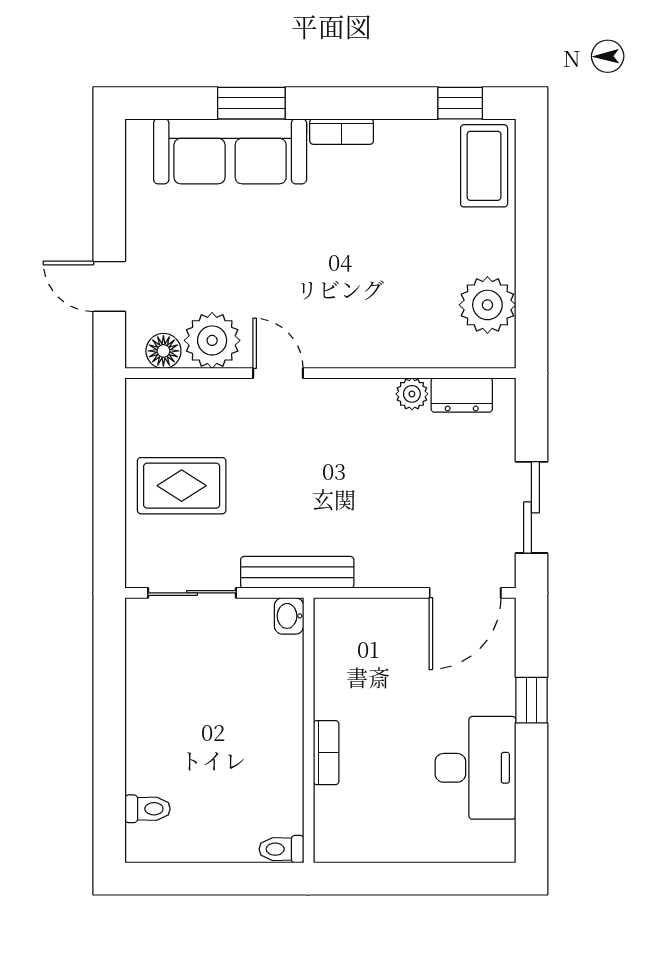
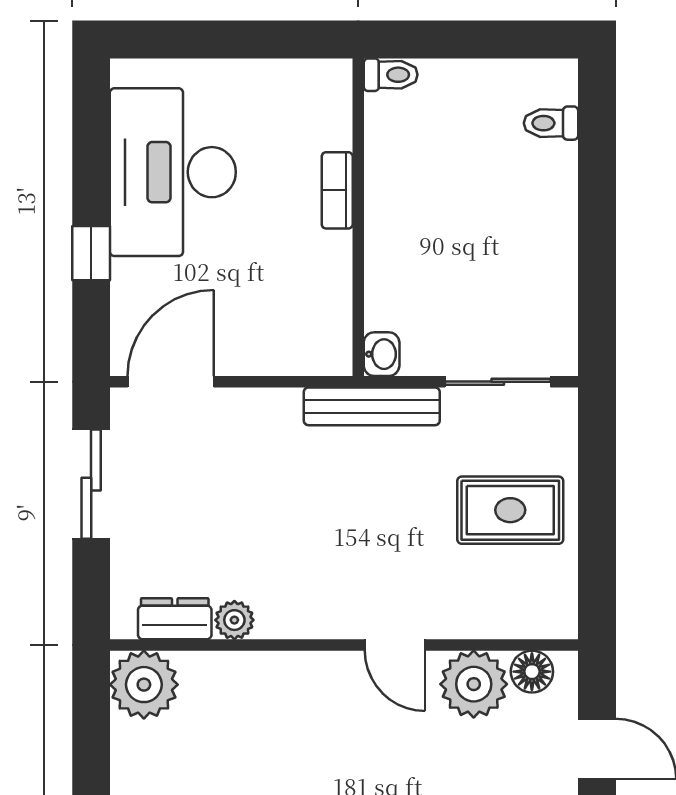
plant: (487, 305) -> (144, 685), moved
desk: (475, 768) -> (173, 172), width x1.36, depth x1.30

